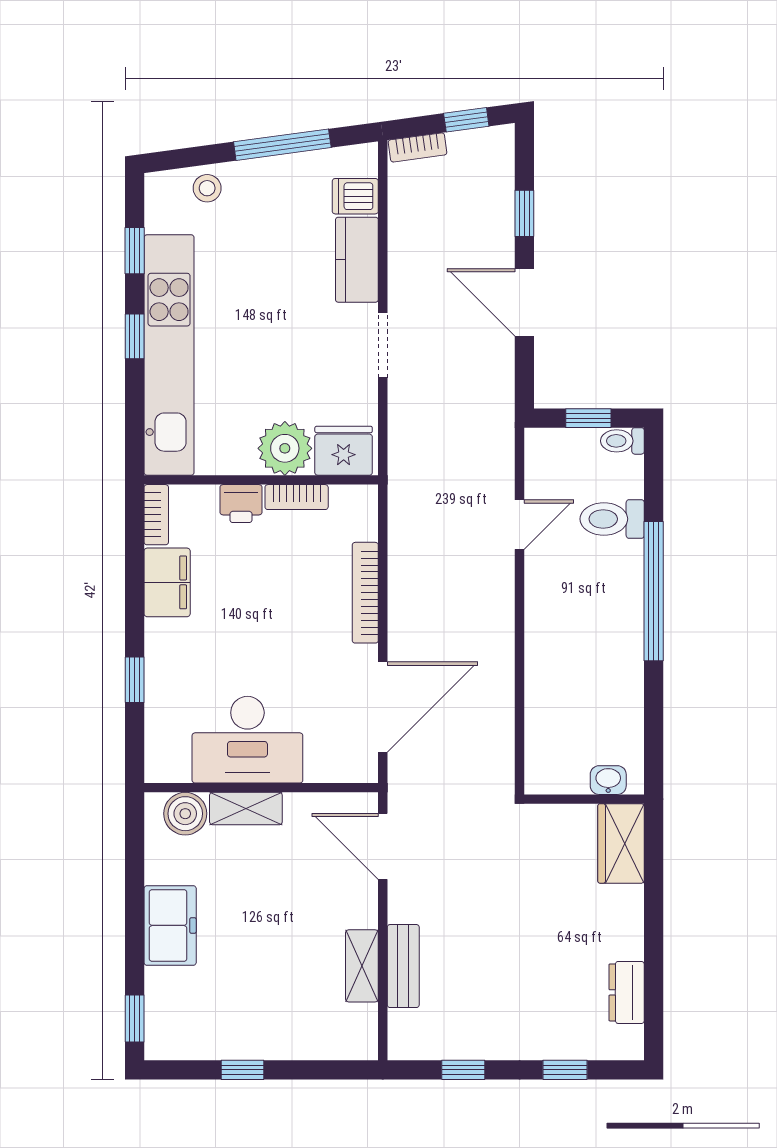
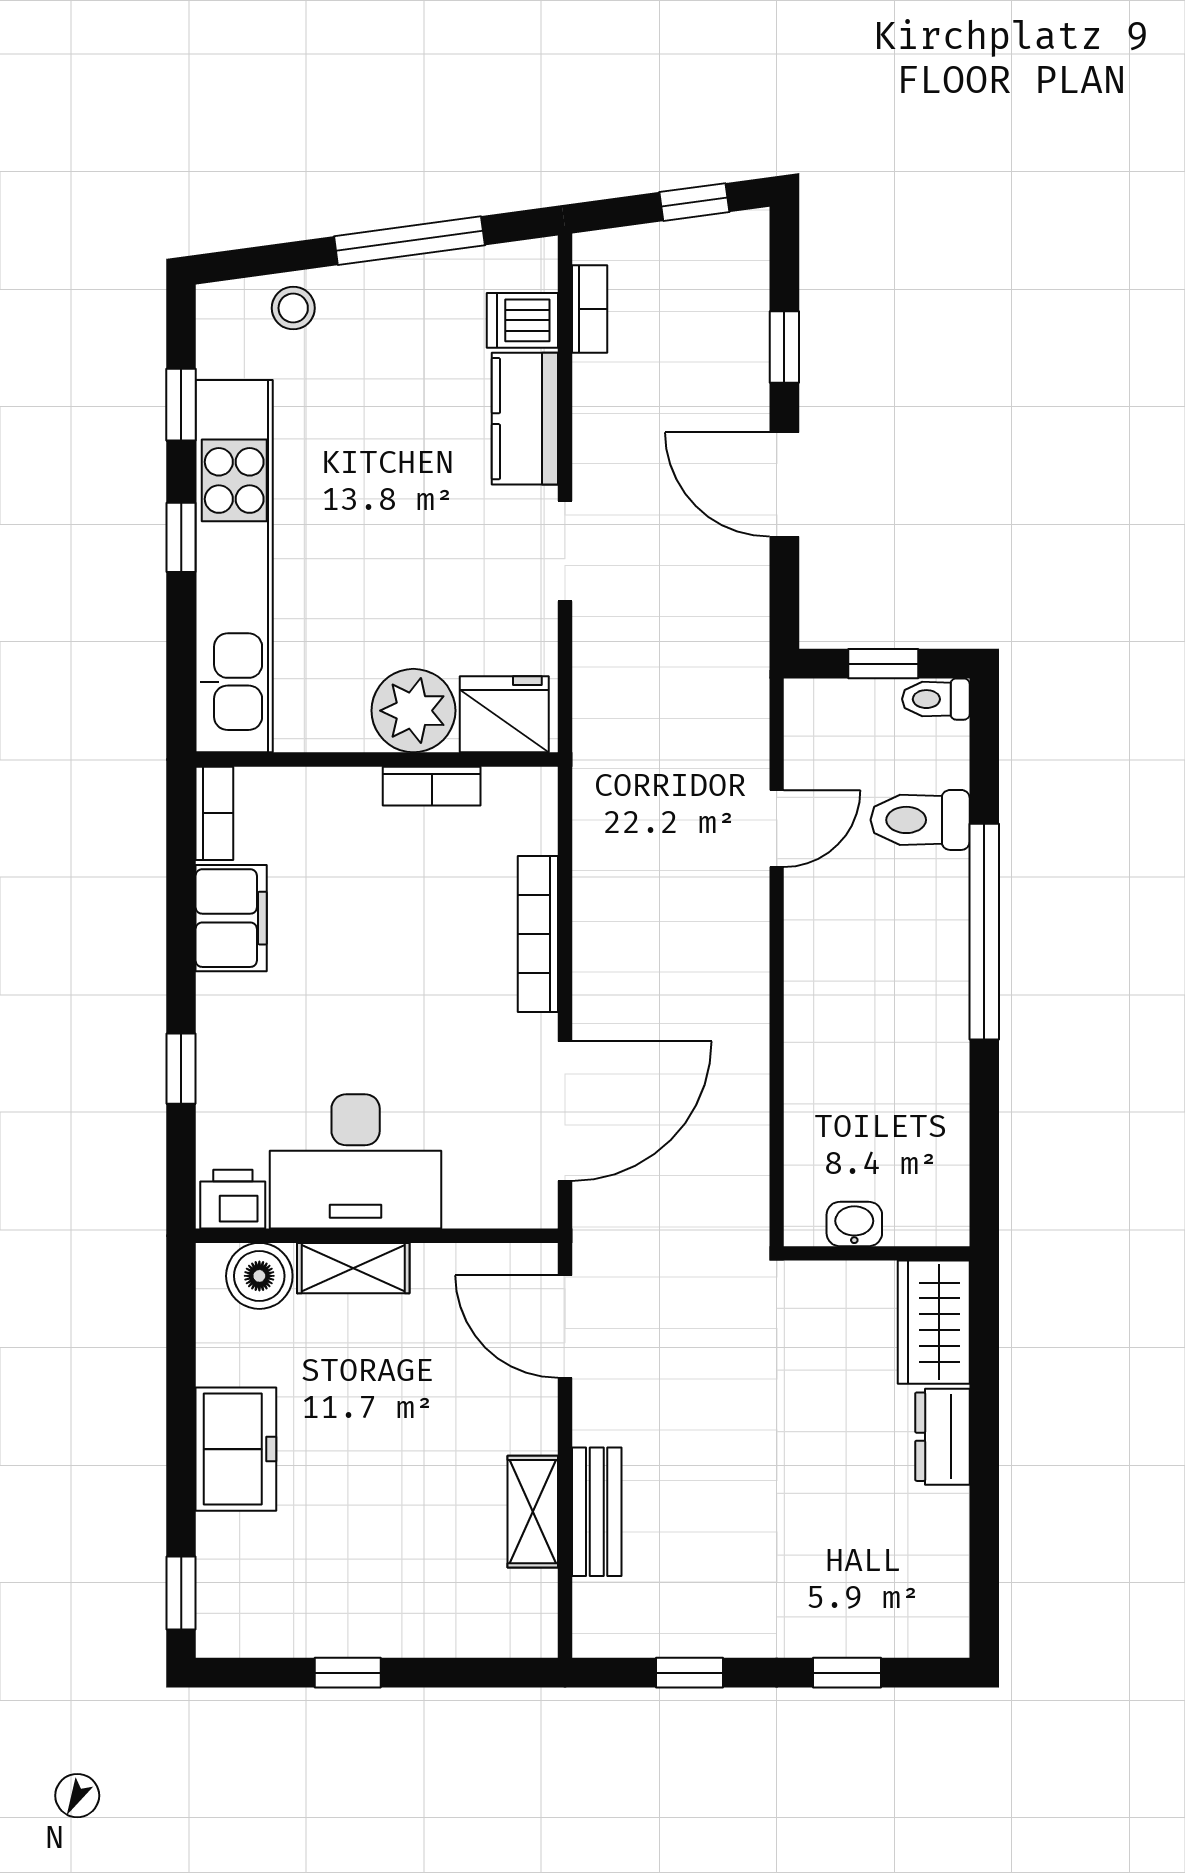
bookcase: (417, 147) -> (590, 309), moved, turned -82
printer: (241, 504) -> (233, 1199), moved, turned 180
washbasin: (608, 780) -> (854, 1224), moved
dresser: (627, 992) -> (942, 1437), moved

